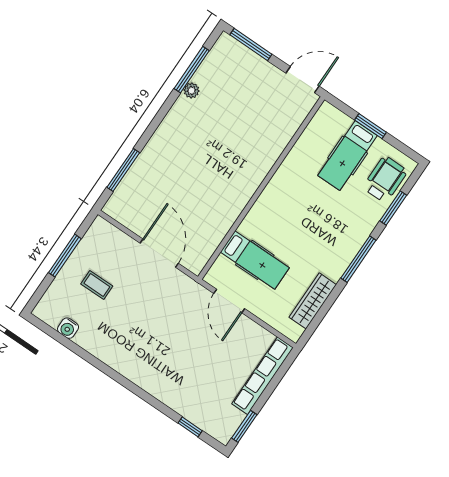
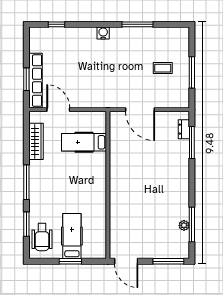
door: (302, 80) -> (126, 261), hinge flipped
plant: (191, 91) -> (184, 225), moved
dresser: (122, 193) -> (184, 129), added
door: (229, 301) -> (58, 110), moved
water cooler: (68, 328) -> (103, 33), moved
window: (91, 359) -> (137, 24), added
window: (244, 426) -> (26, 79), moved

